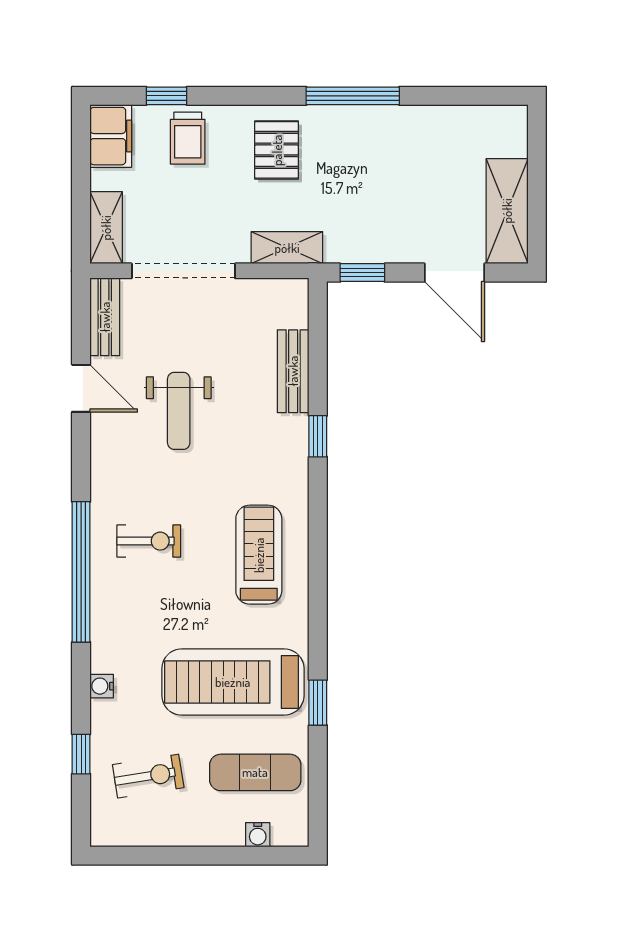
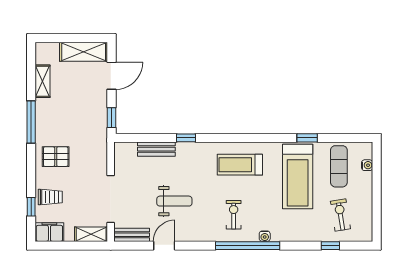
shelving: (287, 248) -> (42, 81), moved
water cooler: (102, 686) -> (265, 236), moved

